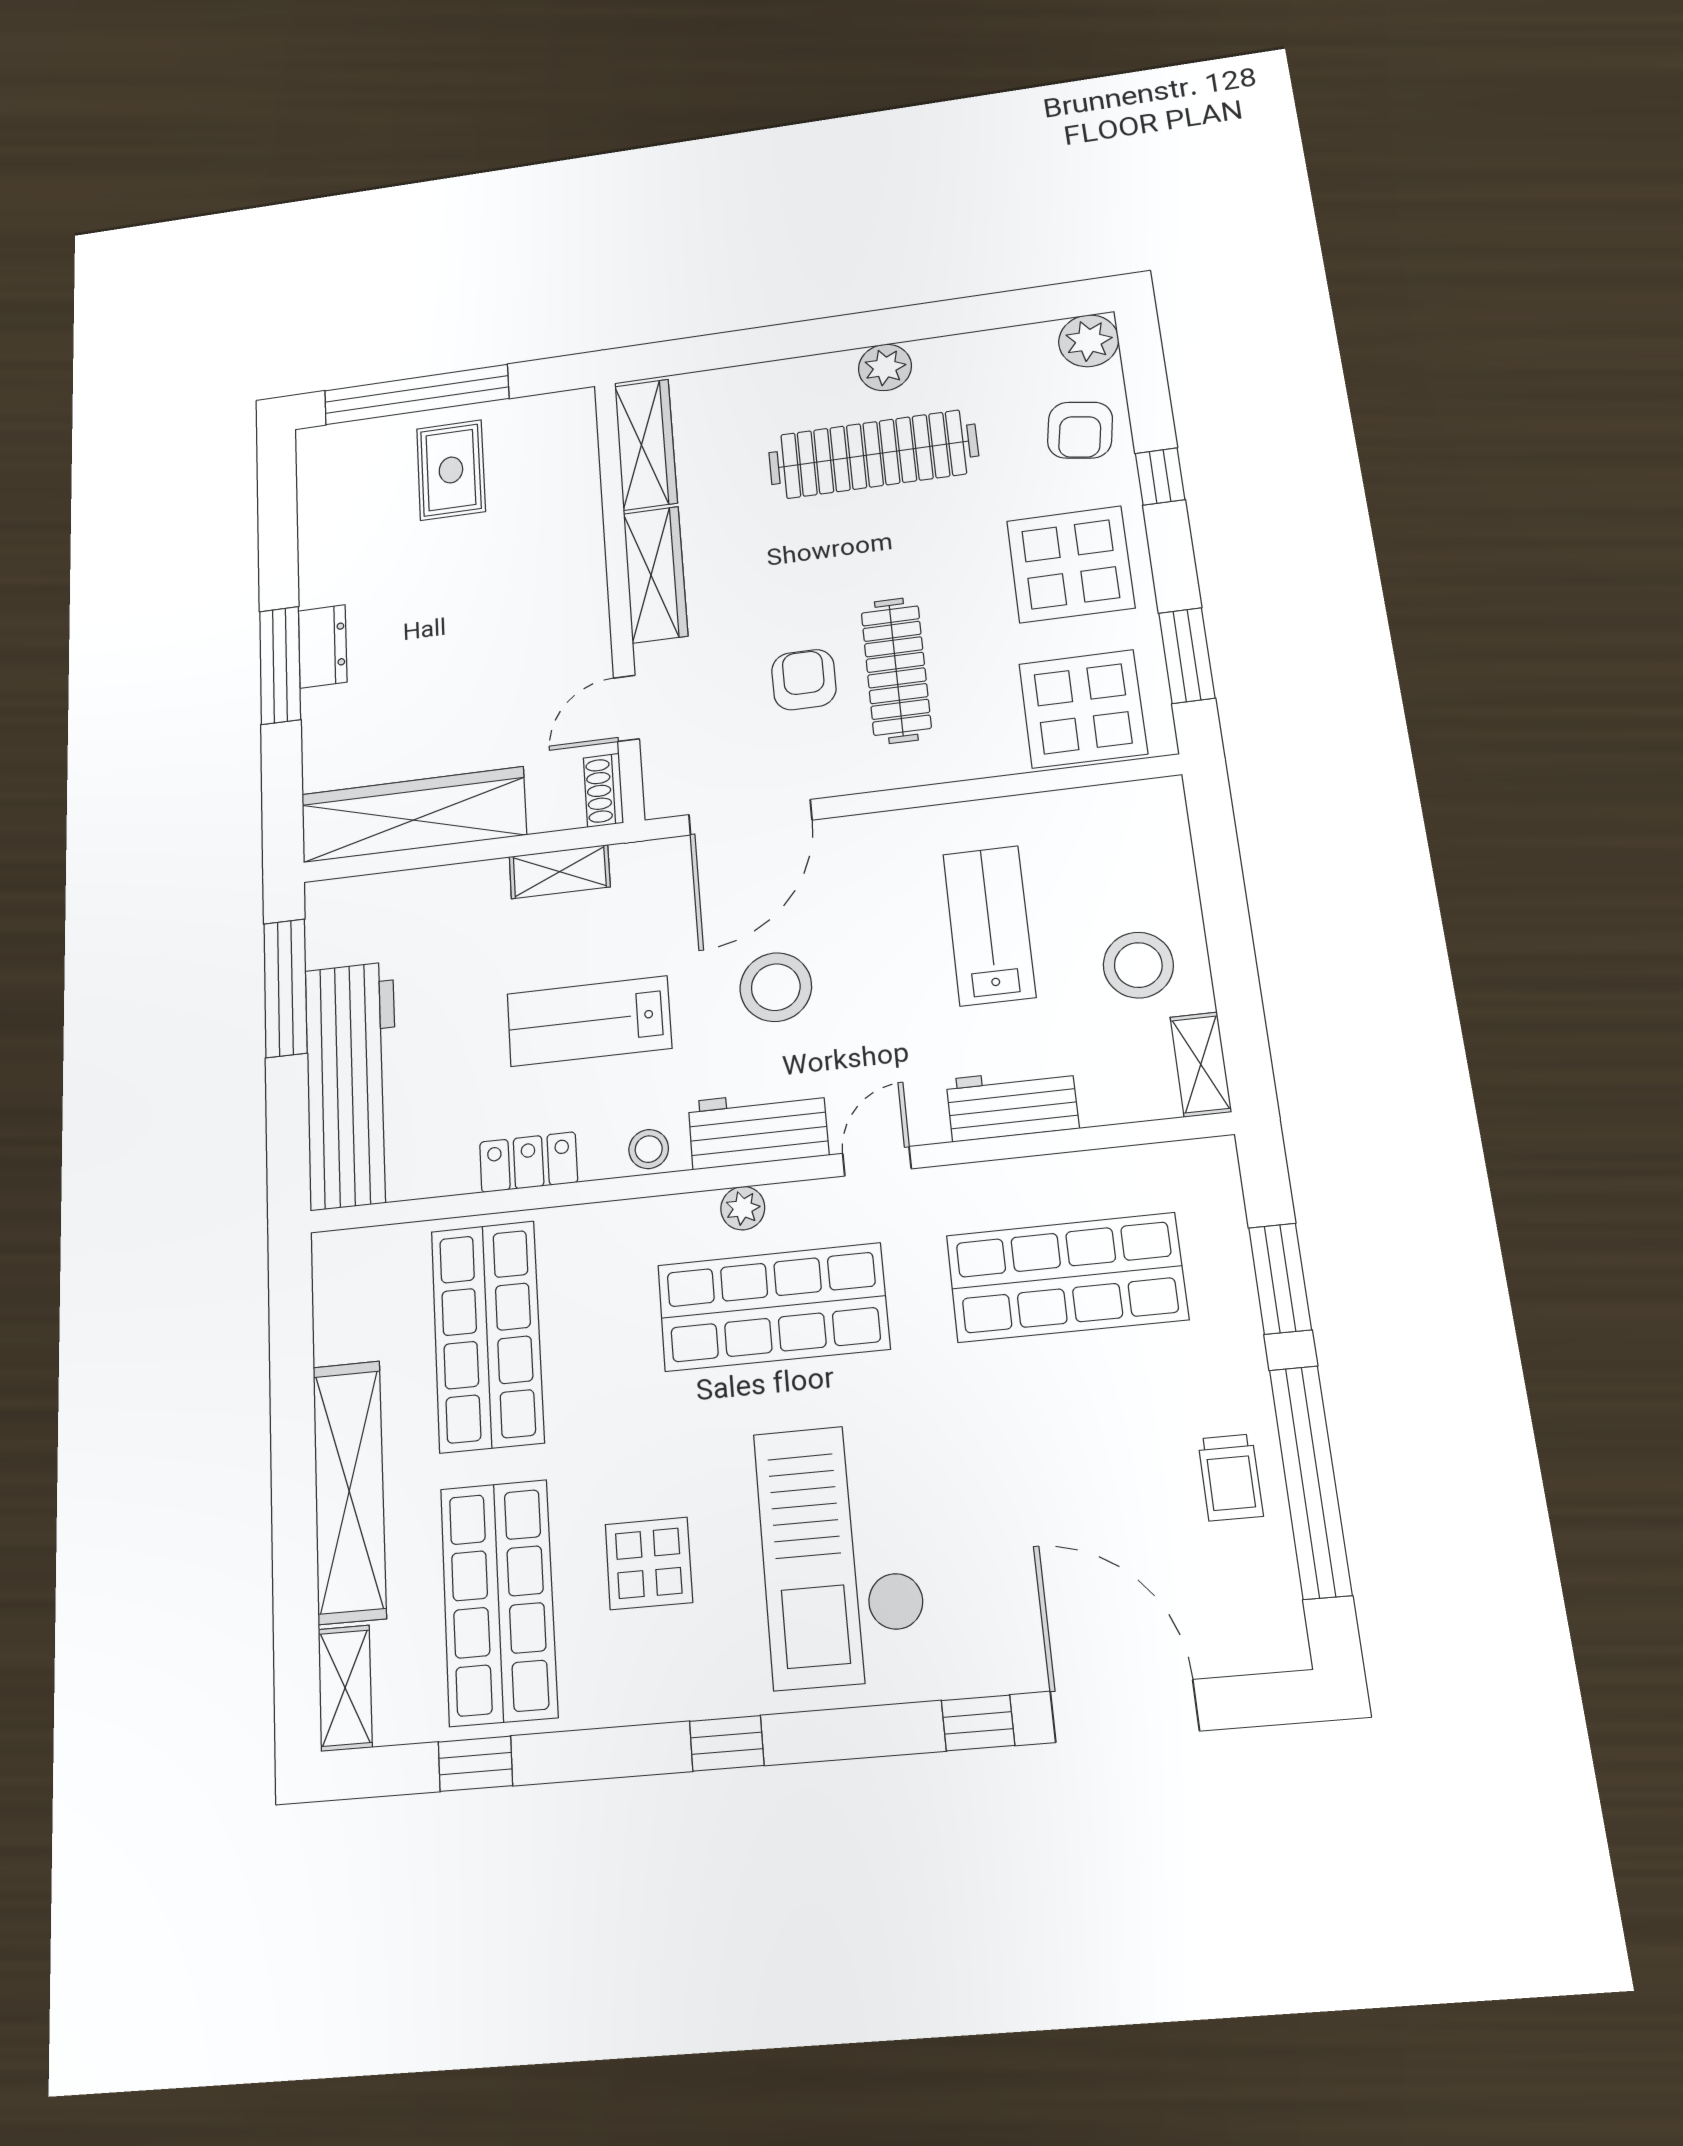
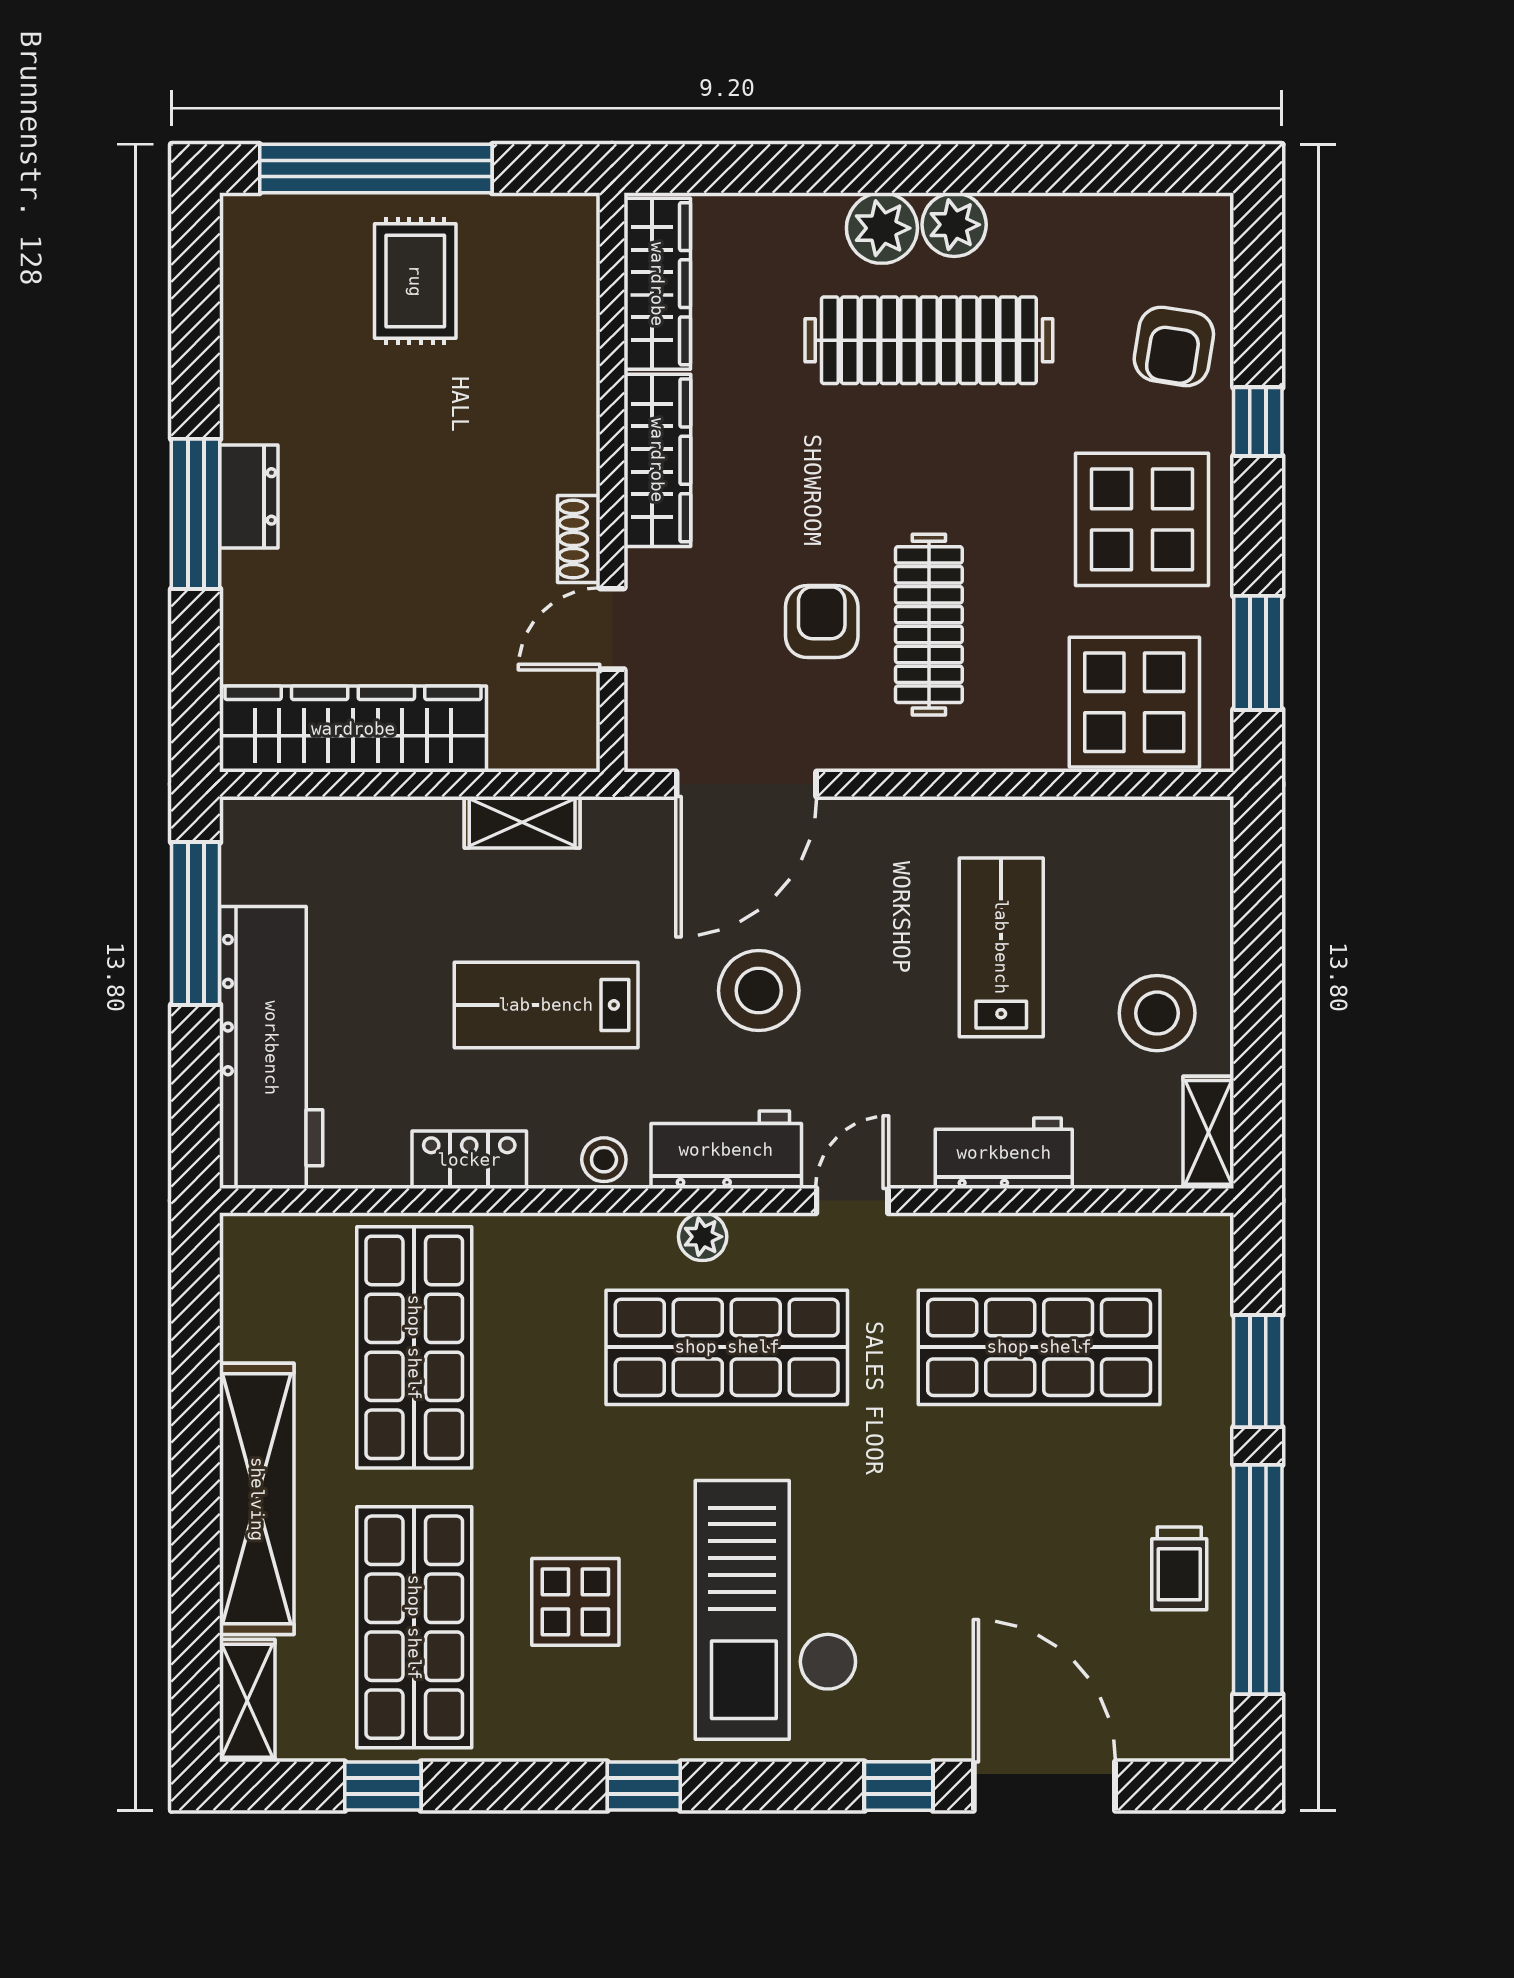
plant: (1089, 341) -> (882, 228), moved
shoe rack: (603, 790) -> (579, 539), moved

